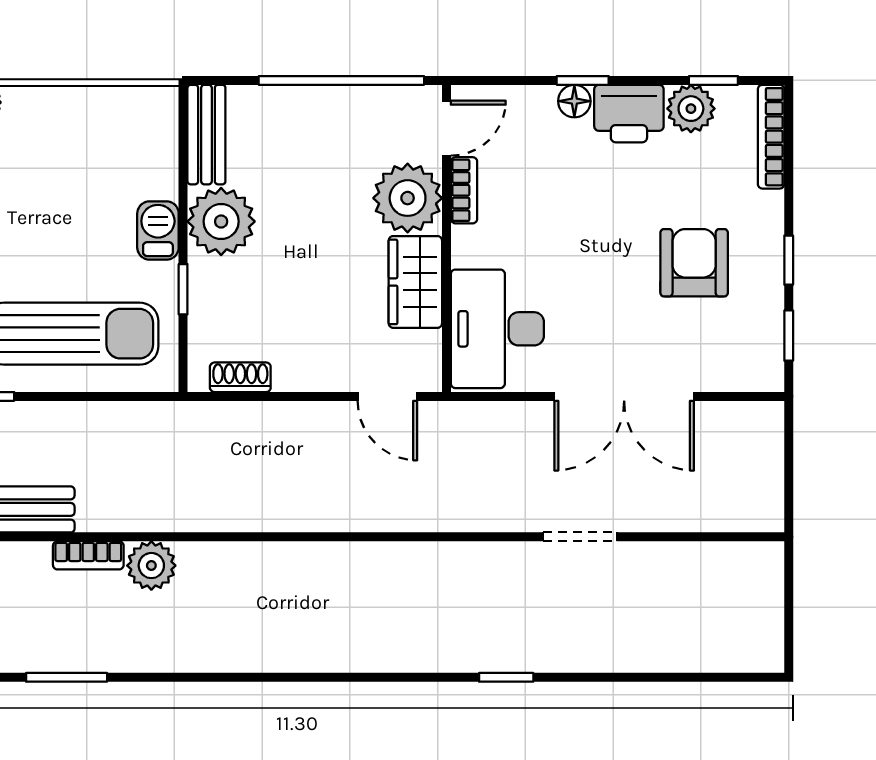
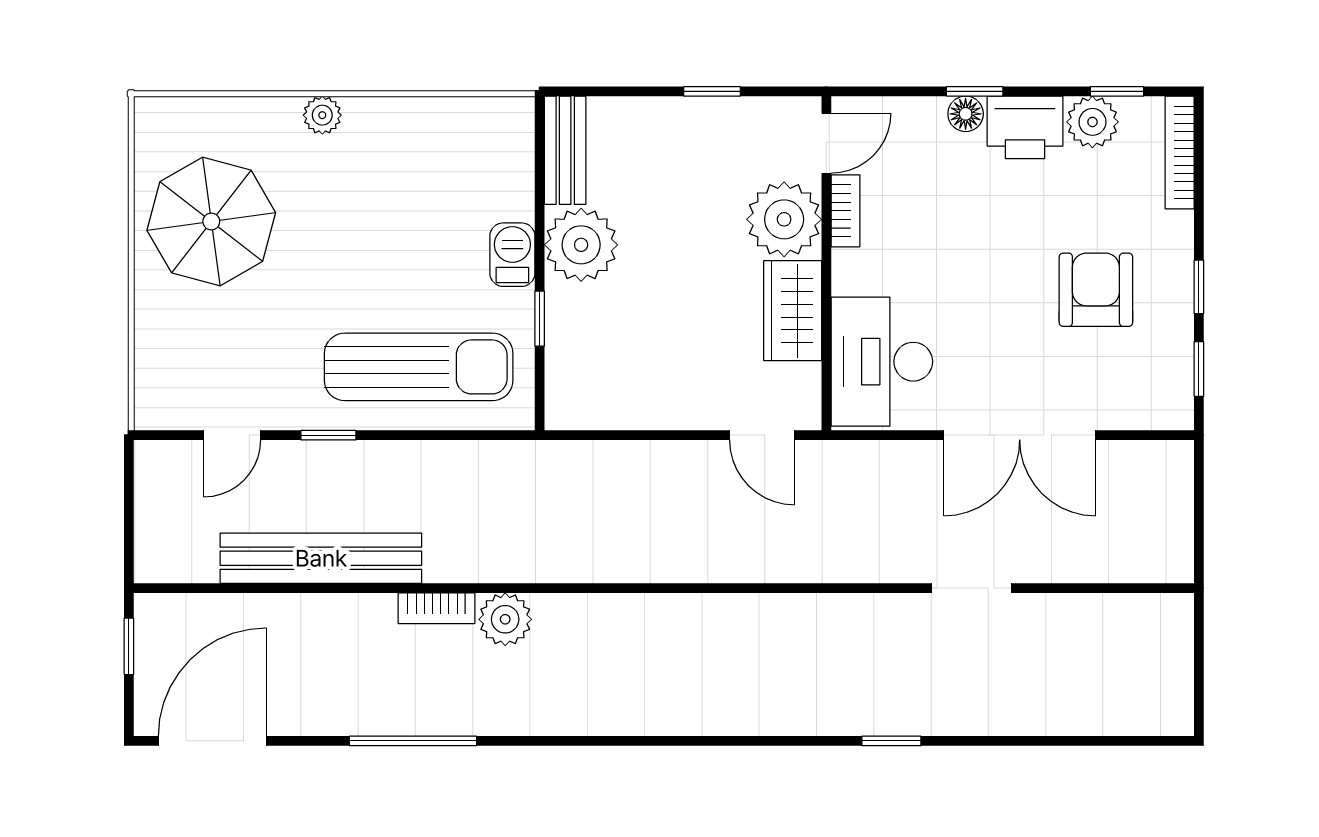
window: (341, 80) -> (712, 91), width x0.32
shoe rack: (240, 377) -> (602, 414), removed
window: (67, 677) -> (413, 741), width x1.44

